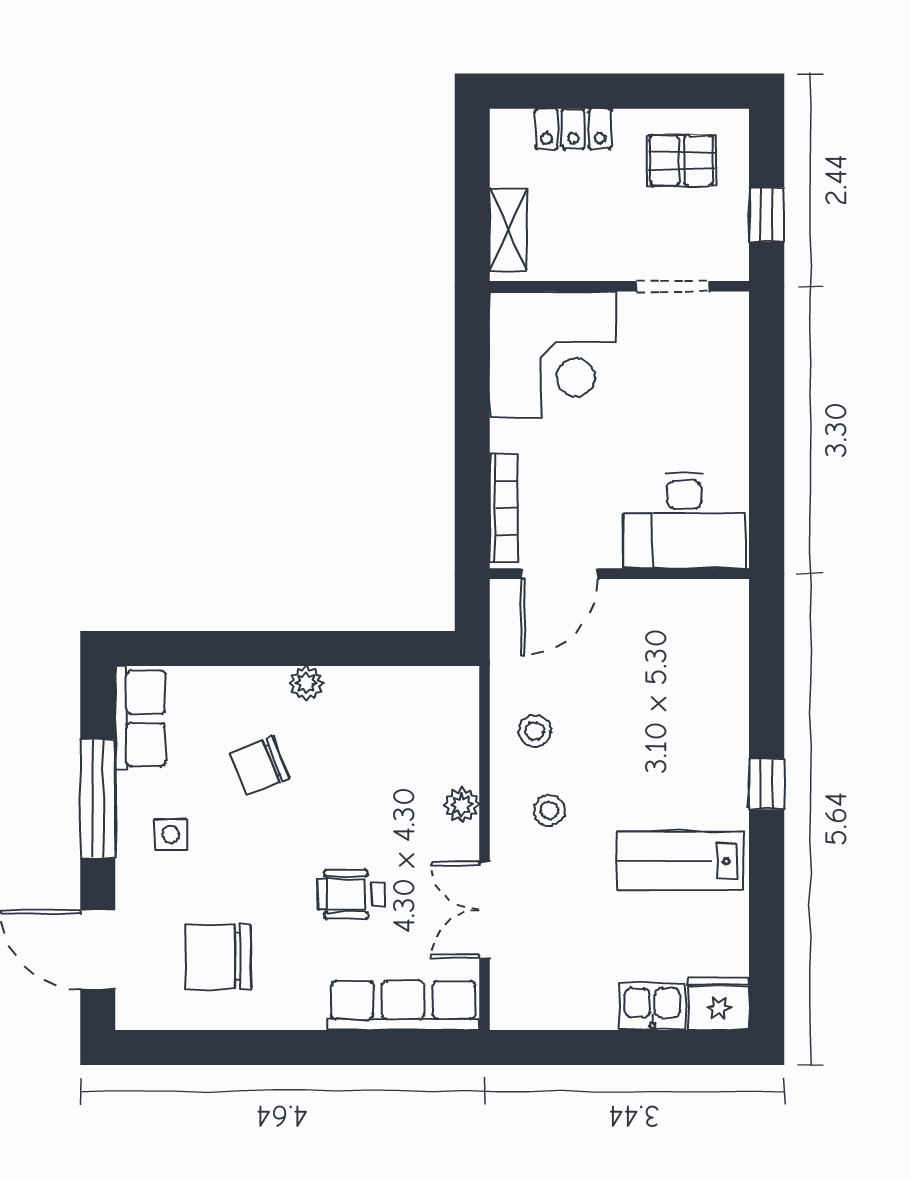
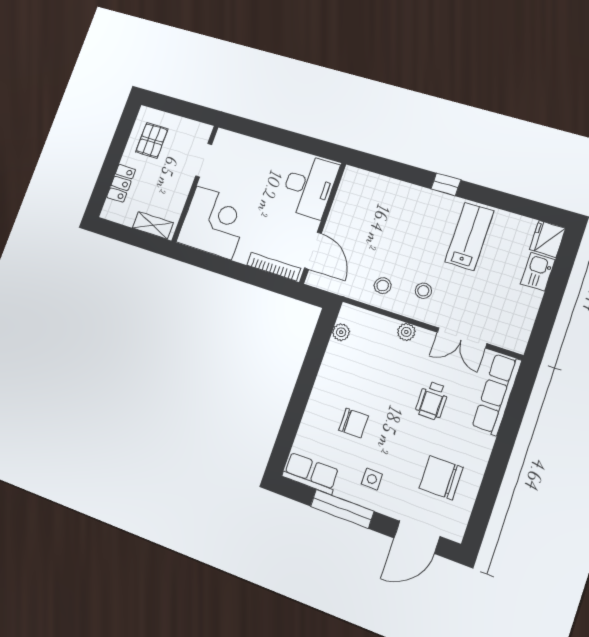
window: (767, 215) -> (188, 110), removed
plant: (306, 683) -> (341, 332), moved
chair: (260, 766) -> (354, 423), turned -68
lab bench: (680, 861) -> (469, 236), turned 180
chair: (218, 957) -> (441, 478), turned 90

